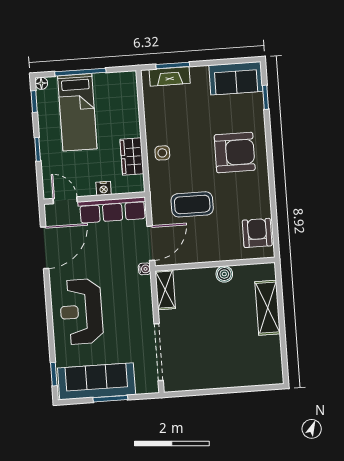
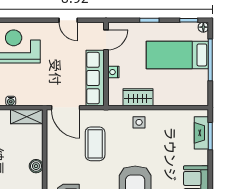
door: (45, 248) -> (68, 20), width x0.53
water cooler: (145, 269) -> (11, 101), moved

